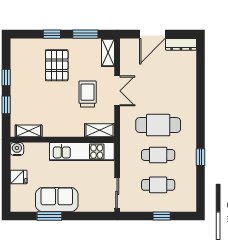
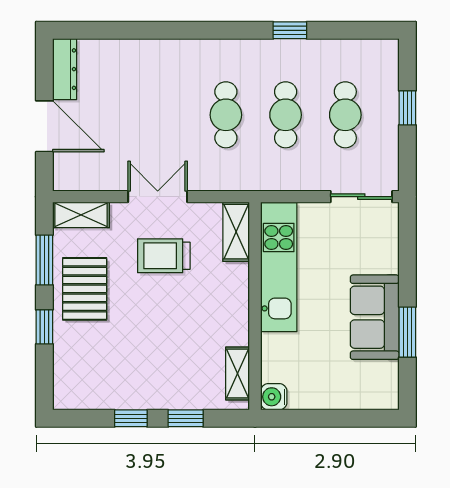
pallet: (57, 65) -> (85, 289), moved, turned 90
cafe table: (158, 125) -> (226, 115), width x0.73, depth x0.74
fridge: (19, 177) -> (330, 393), removed

